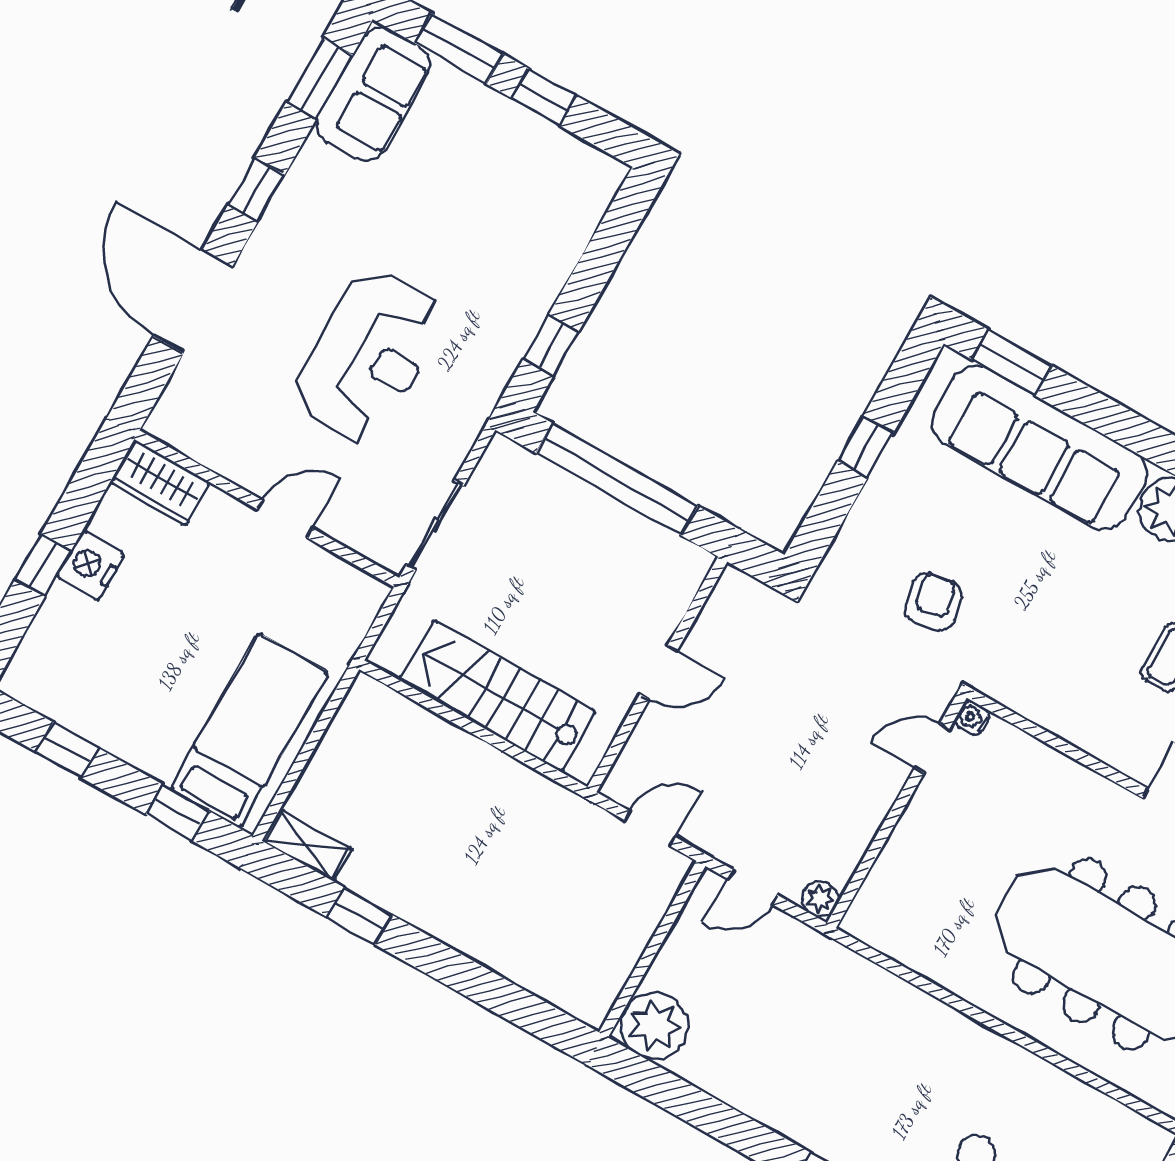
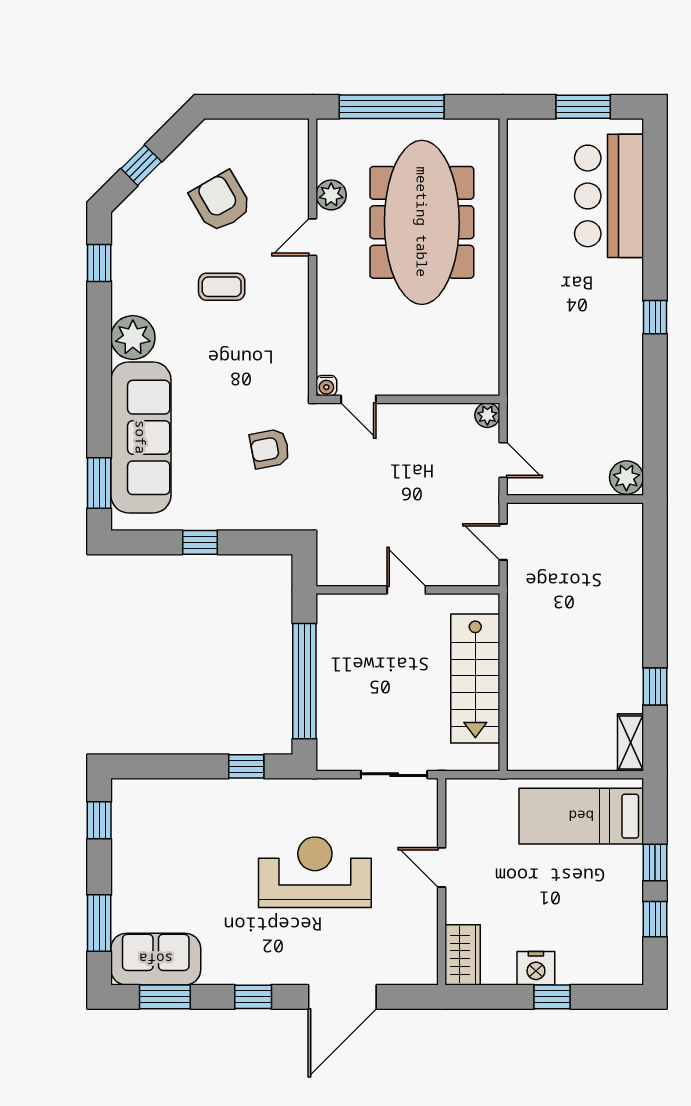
window: (544, 97) -> (99, 820), moved
window: (177, 812) -> (655, 862), moved
plant: (655, 1026) -> (626, 478), width x0.73, depth x0.73

